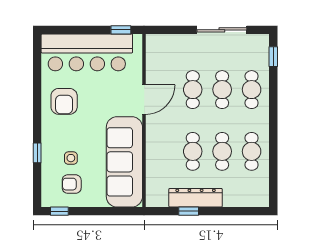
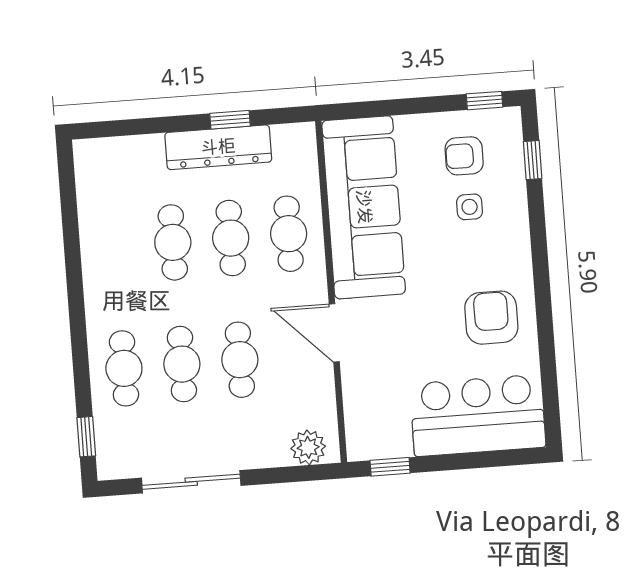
plant: (162, 43) -> (308, 447), added
bar counter: (87, 52) -> (478, 415), width x0.73
door: (144, 100) -> (334, 333), hinge flipped
cafe table: (252, 151) -> (289, 234), moved
window: (37, 153) -> (533, 160), moved
armchair: (72, 184) -> (464, 156), turned 180

